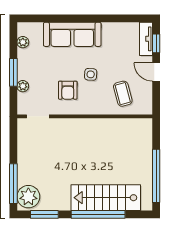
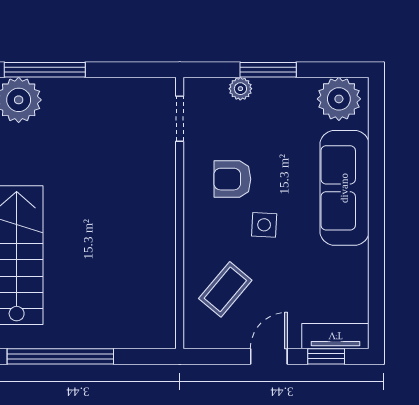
plant: (23, 42) -> (339, 99), width x1.88, depth x1.88
coffee table: (123, 94) -> (225, 289), turned -35

